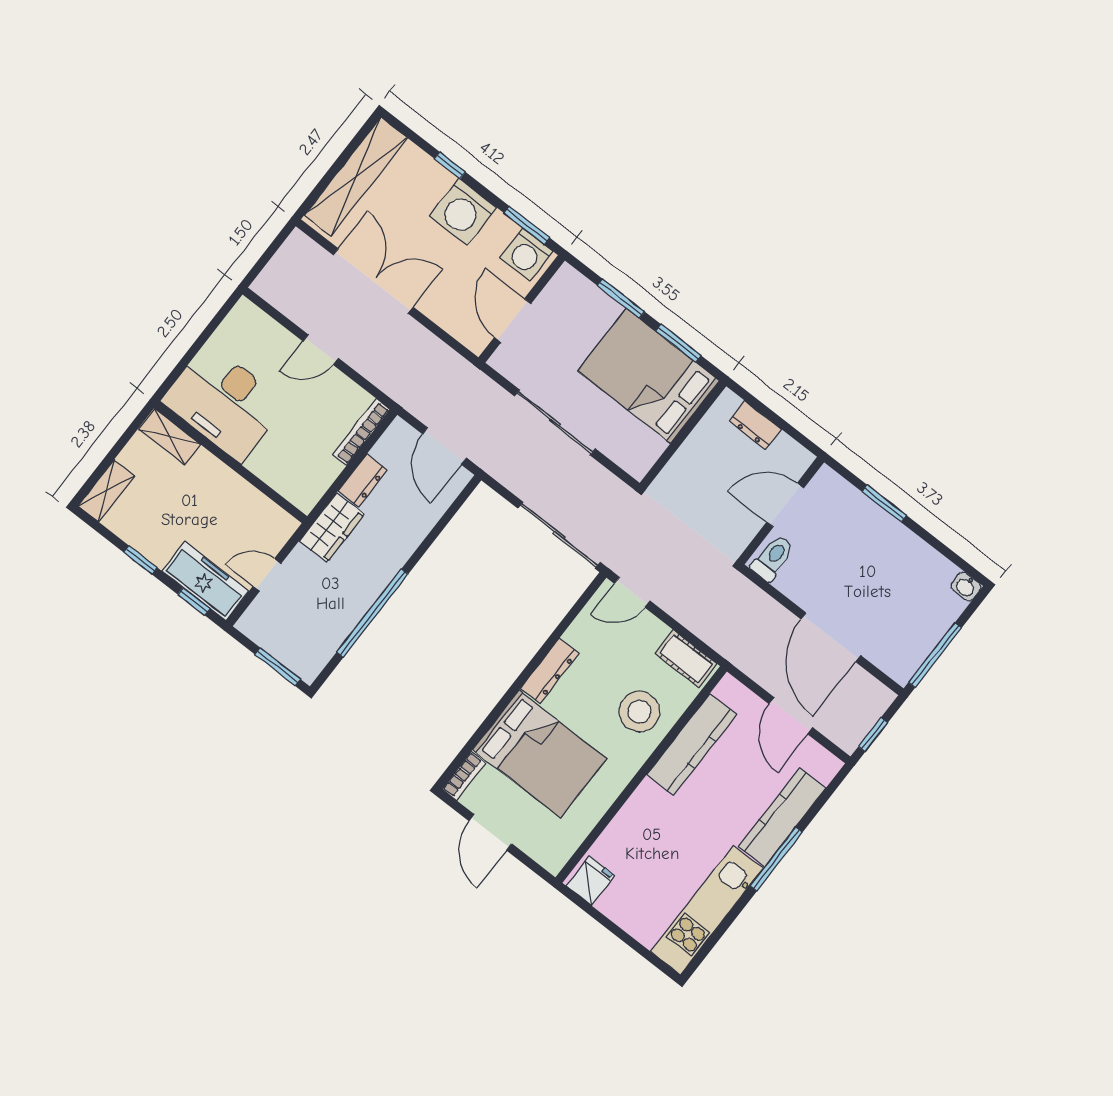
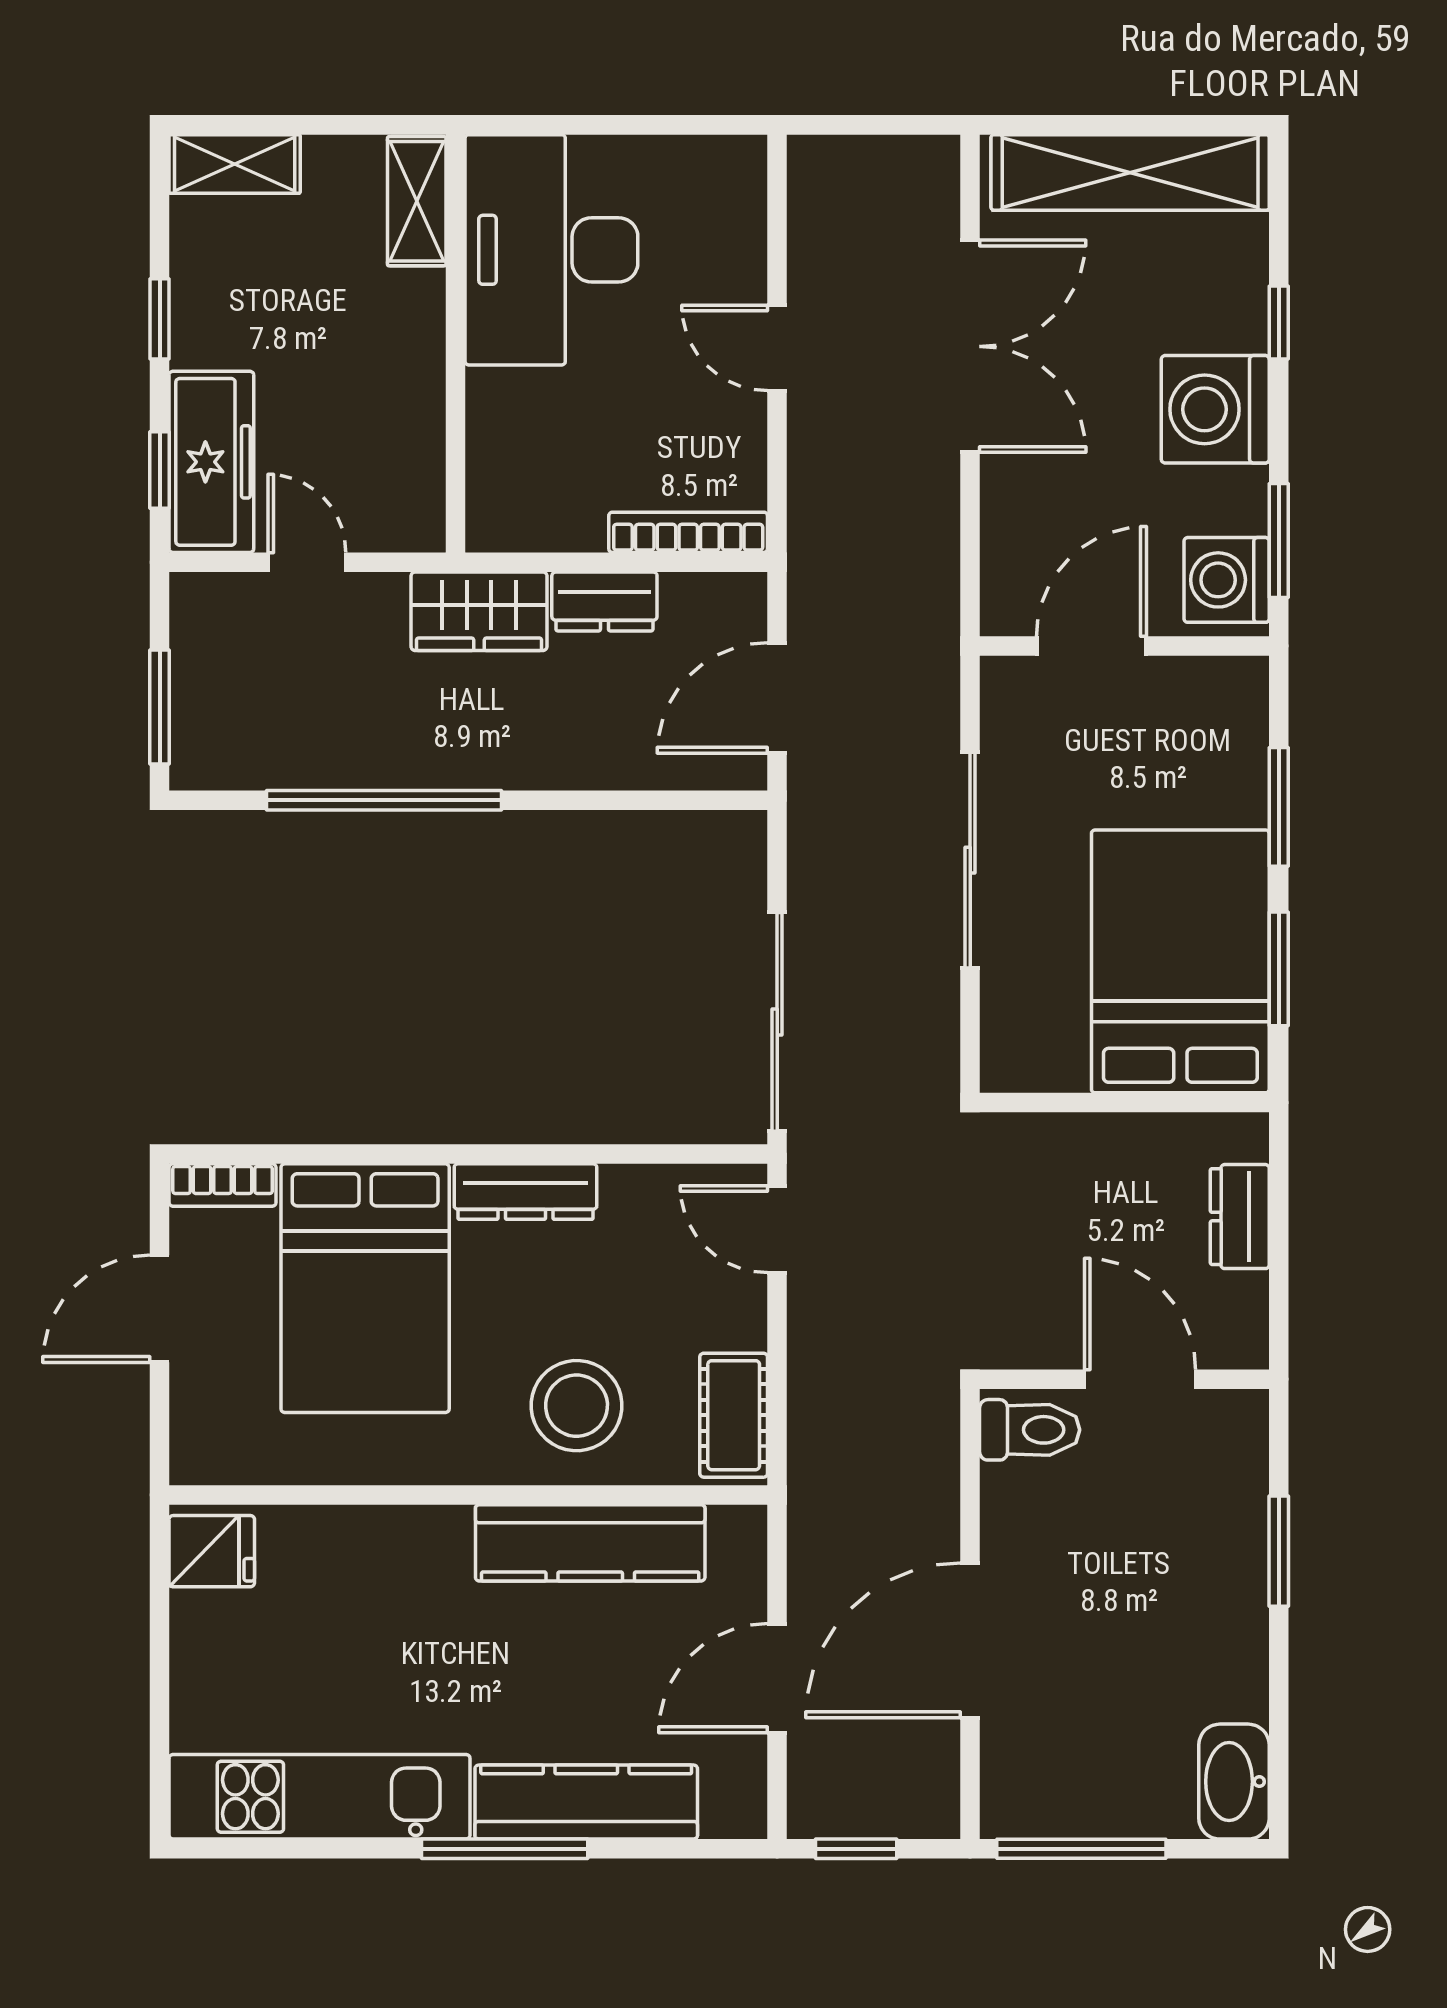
washbasin: (966, 586) -> (1234, 1782), width x1.91, depth x1.45

